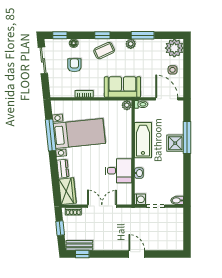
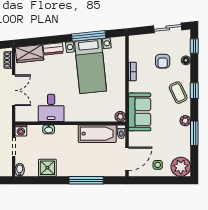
armchair: (74, 65) -> (163, 61), turned 90
bathtub: (143, 140) -> (97, 134), moved
shower: (175, 143) -> (47, 168), moved

